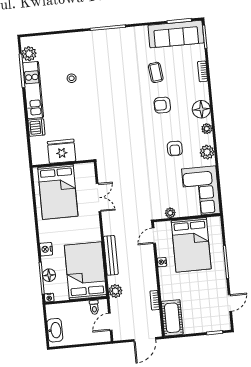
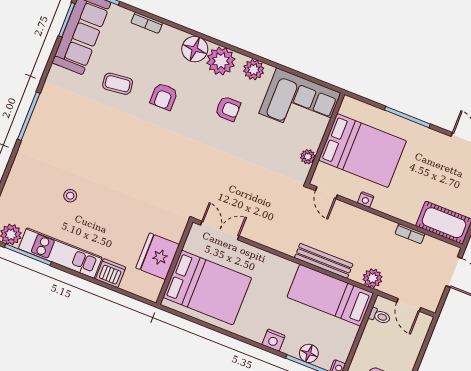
plant: (207, 129) -> (221, 61), width x1.88, depth x1.88
double door: (99, 198) -> (220, 230), moved
bed: (85, 271) -> (330, 295), width x0.67

